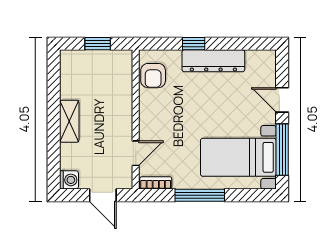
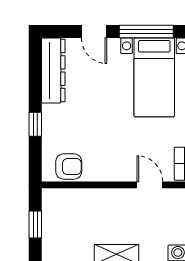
dresser: (213, 61) -> (53, 71), moved
door: (282, 100) -> (94, 32), hinge flipped

